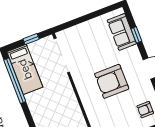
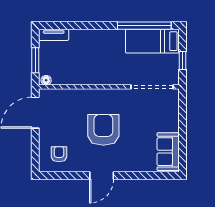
sofa: (122, 32) -> (168, 152), moved, turned -90
window: (136, 35) -> (143, 176), removed

